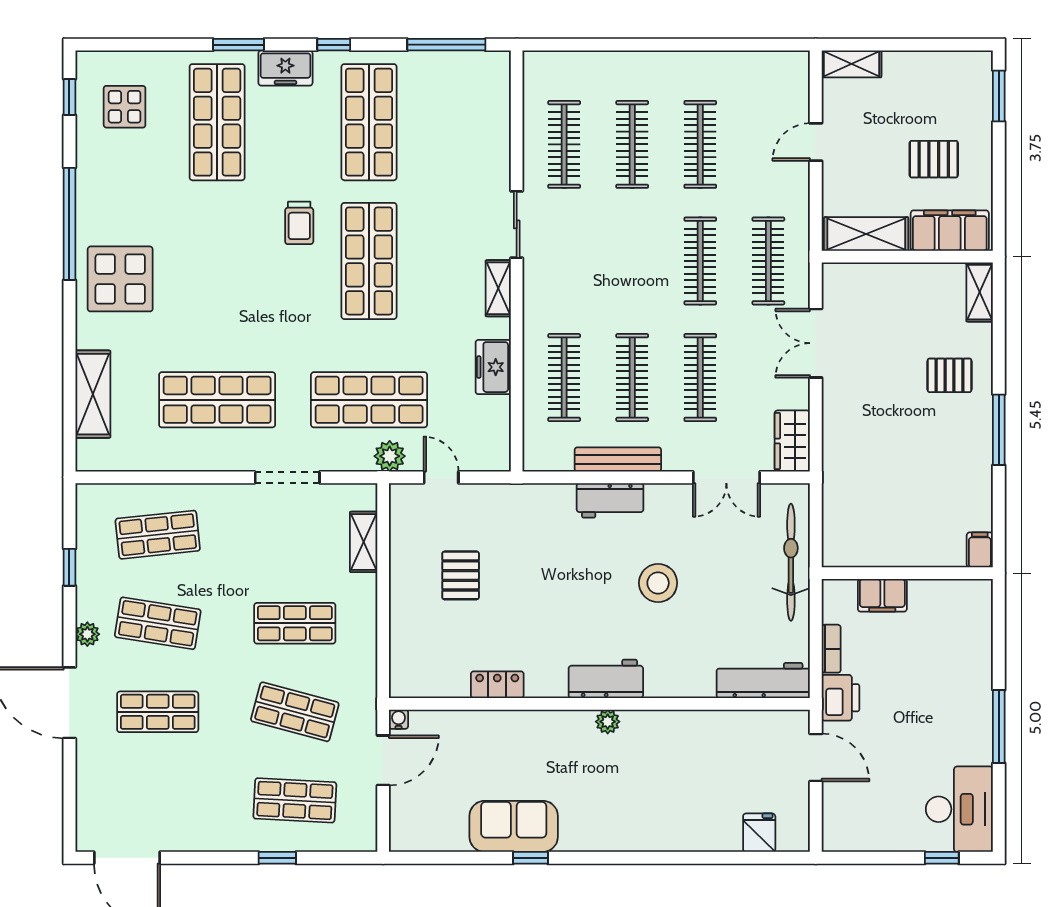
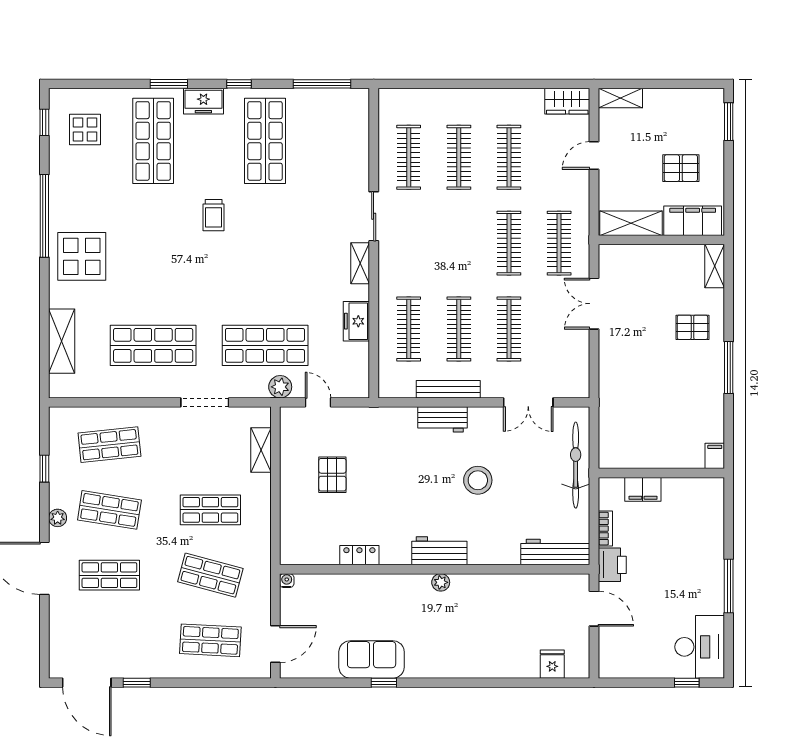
shop shelf: (369, 261) -> (265, 243), removed
wardrobe: (792, 441) -> (567, 101), moved, turned -90
door: (383, 760) -> (275, 644), moved
window: (277, 858) -> (137, 683), moved

